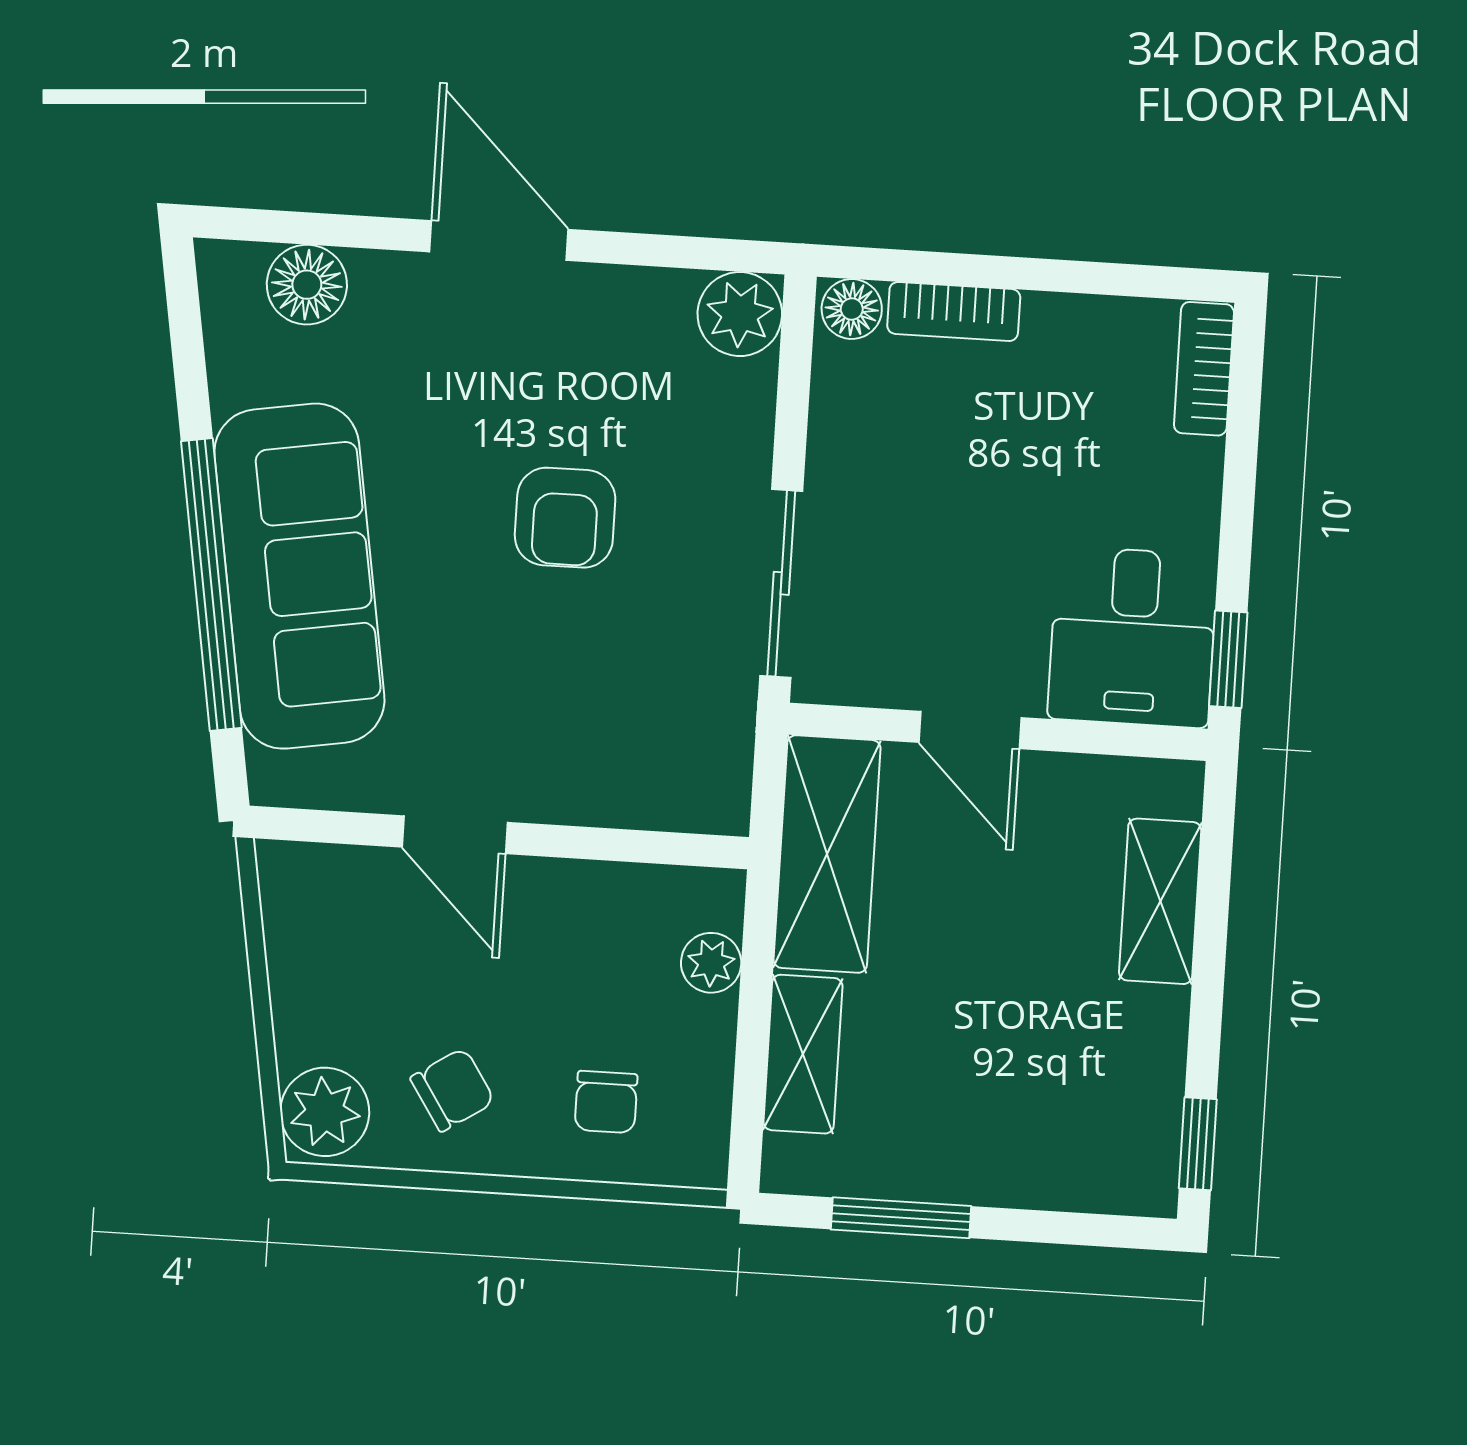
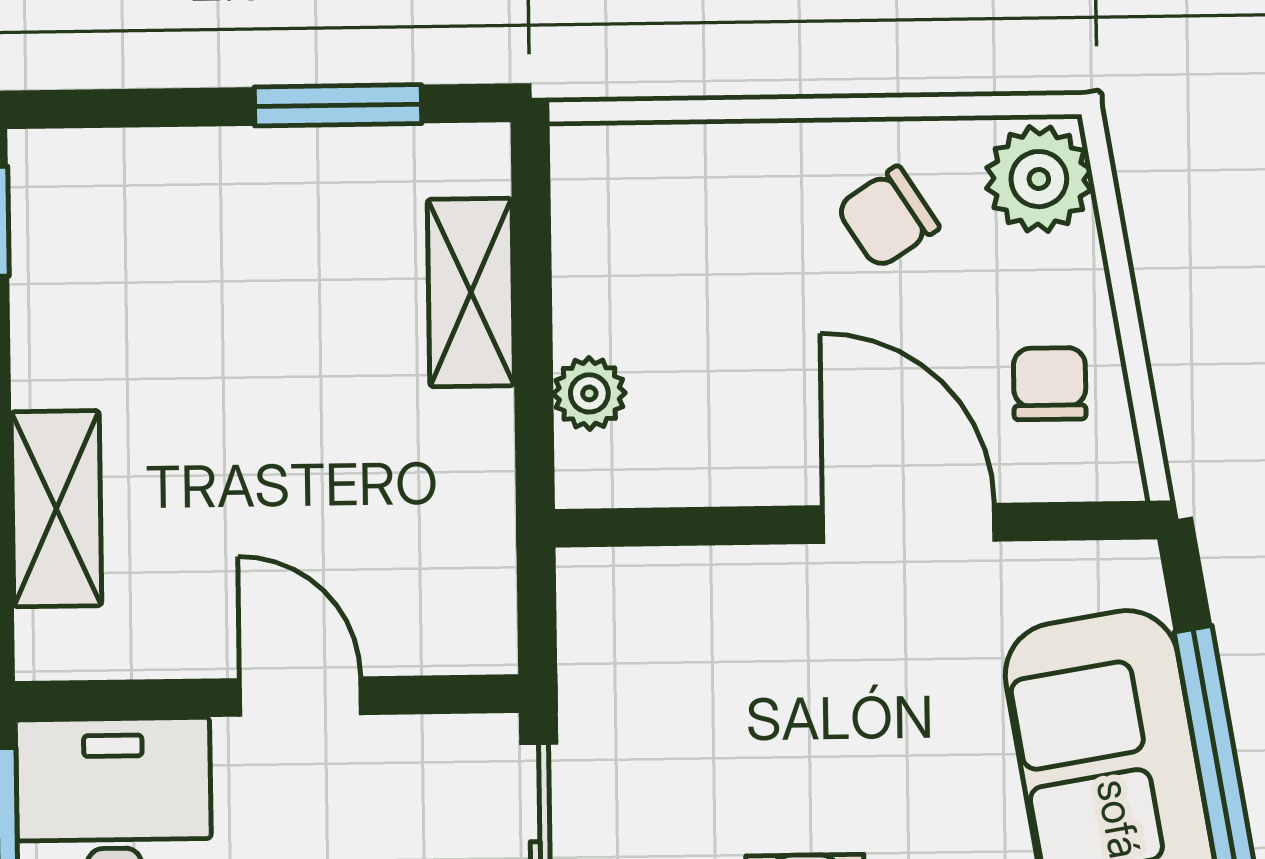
door: (455, 835) -> (909, 523), width x1.38
shelving: (827, 854) -> (460, 535), removed
chair: (606, 1102) -> (1050, 384), moved

